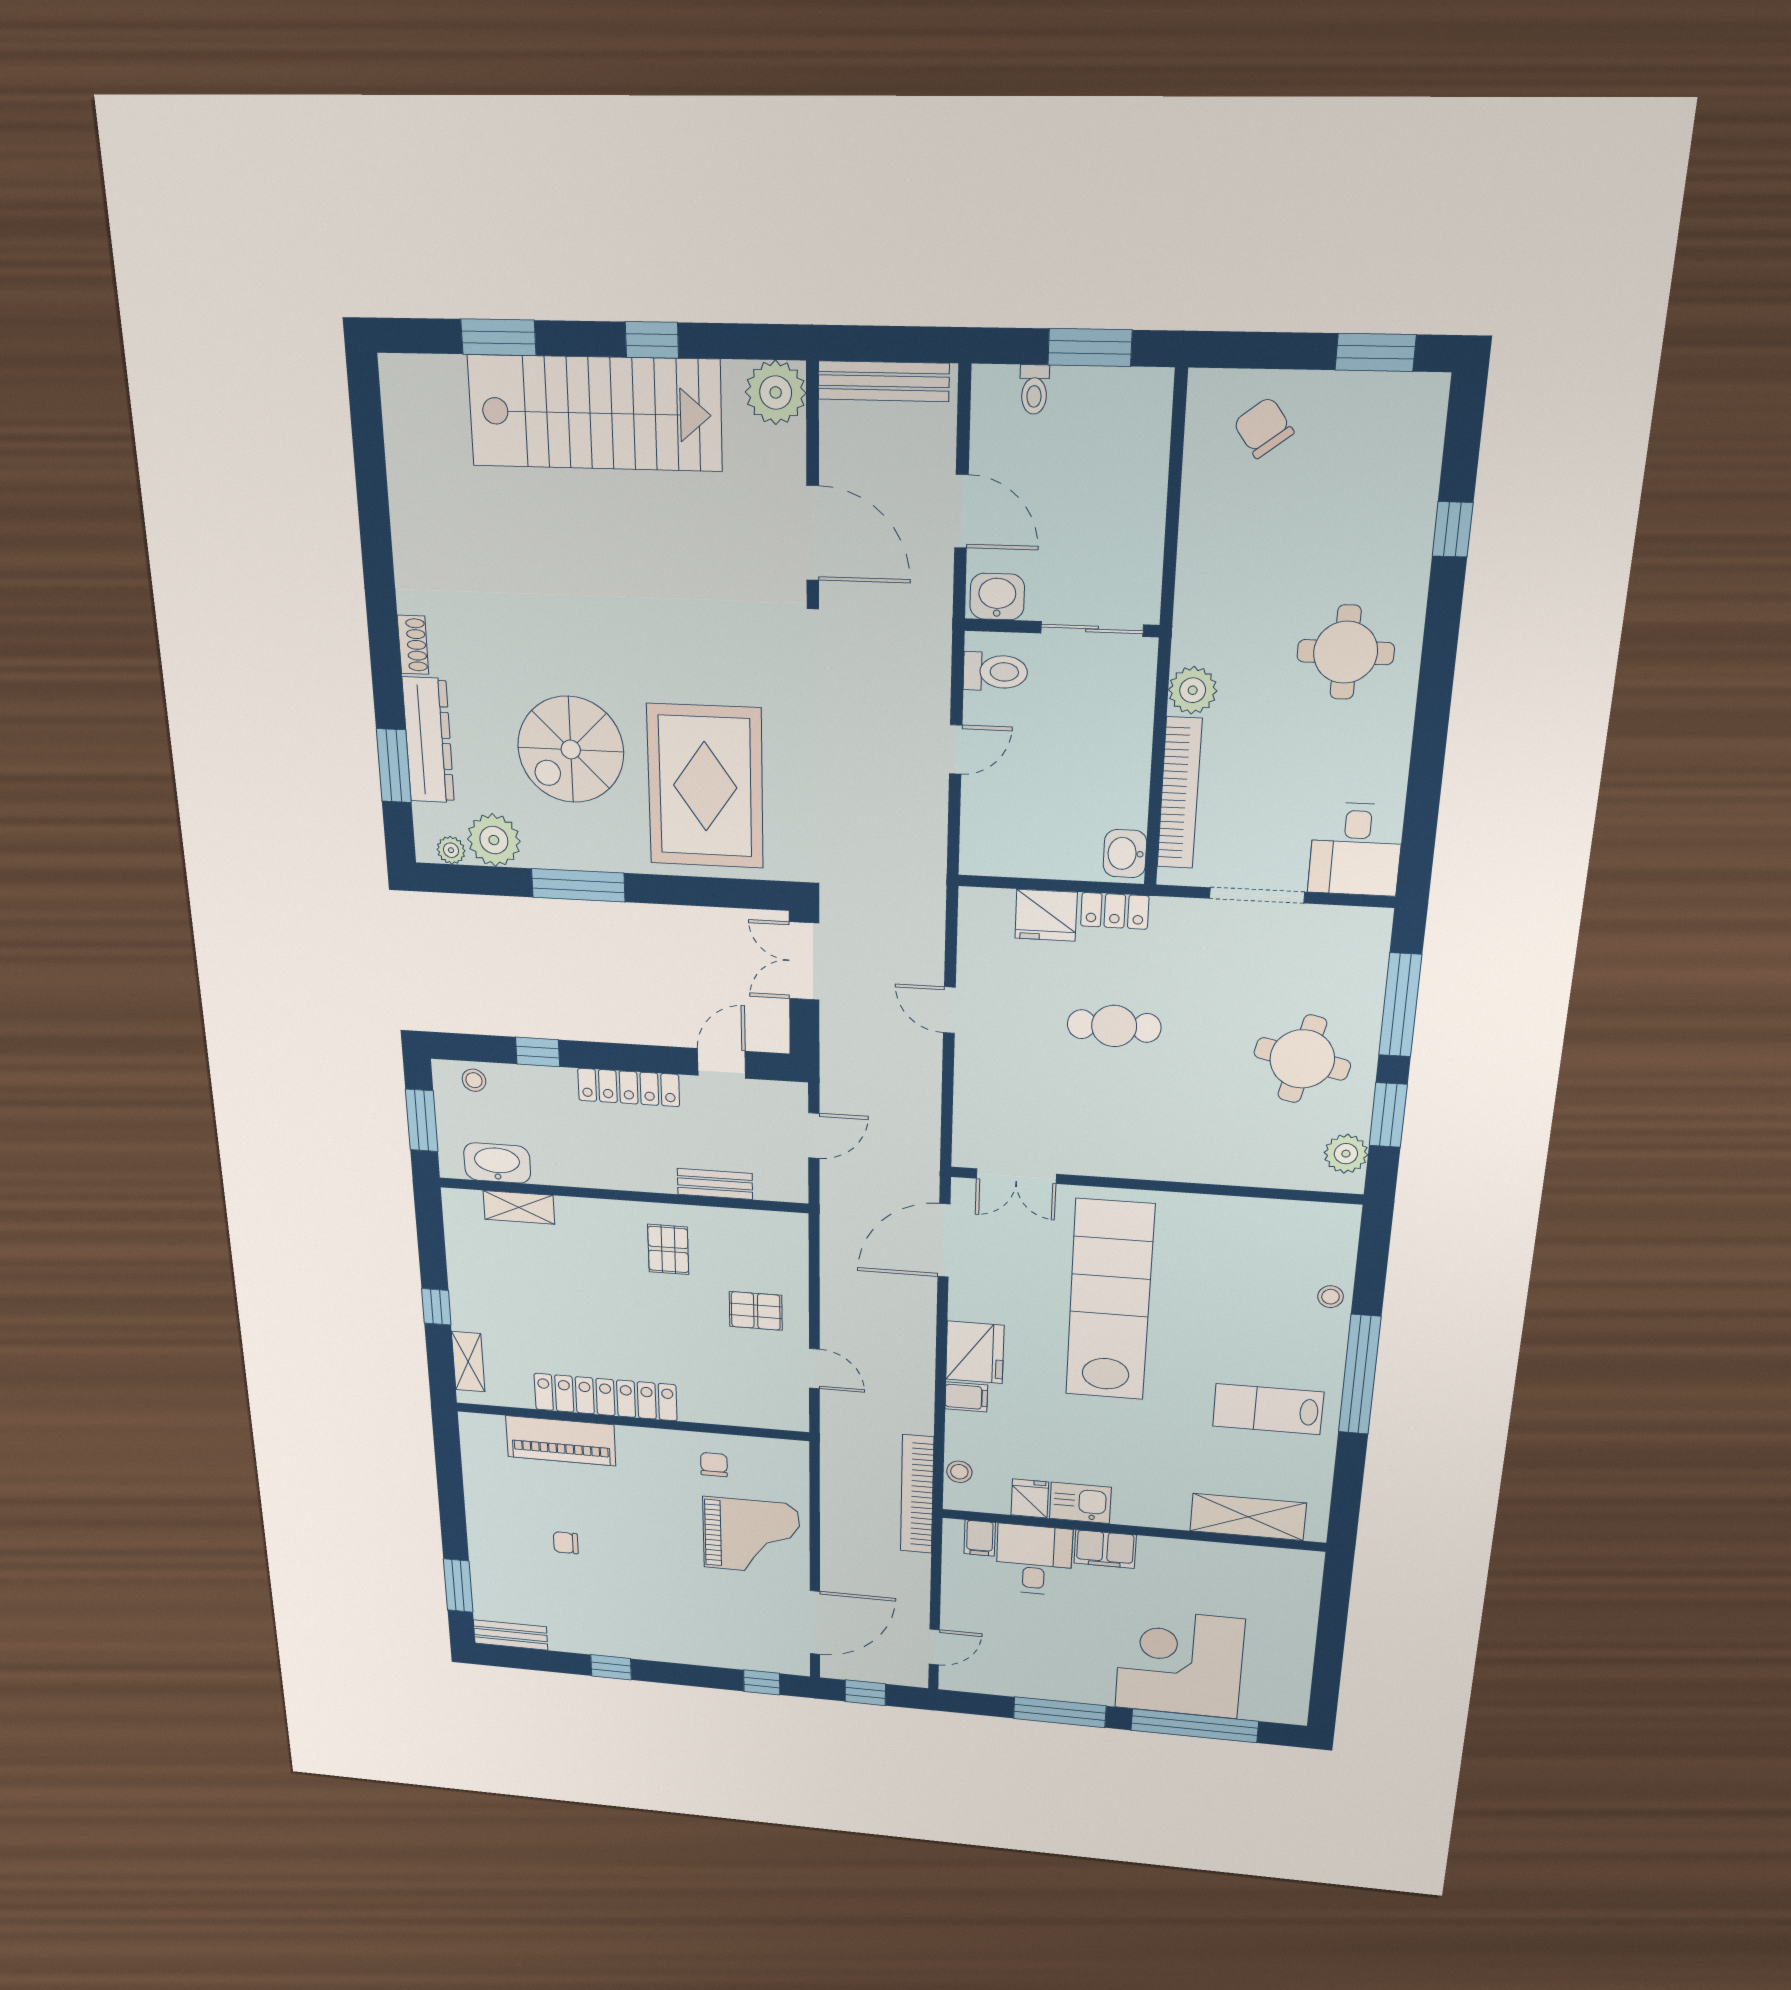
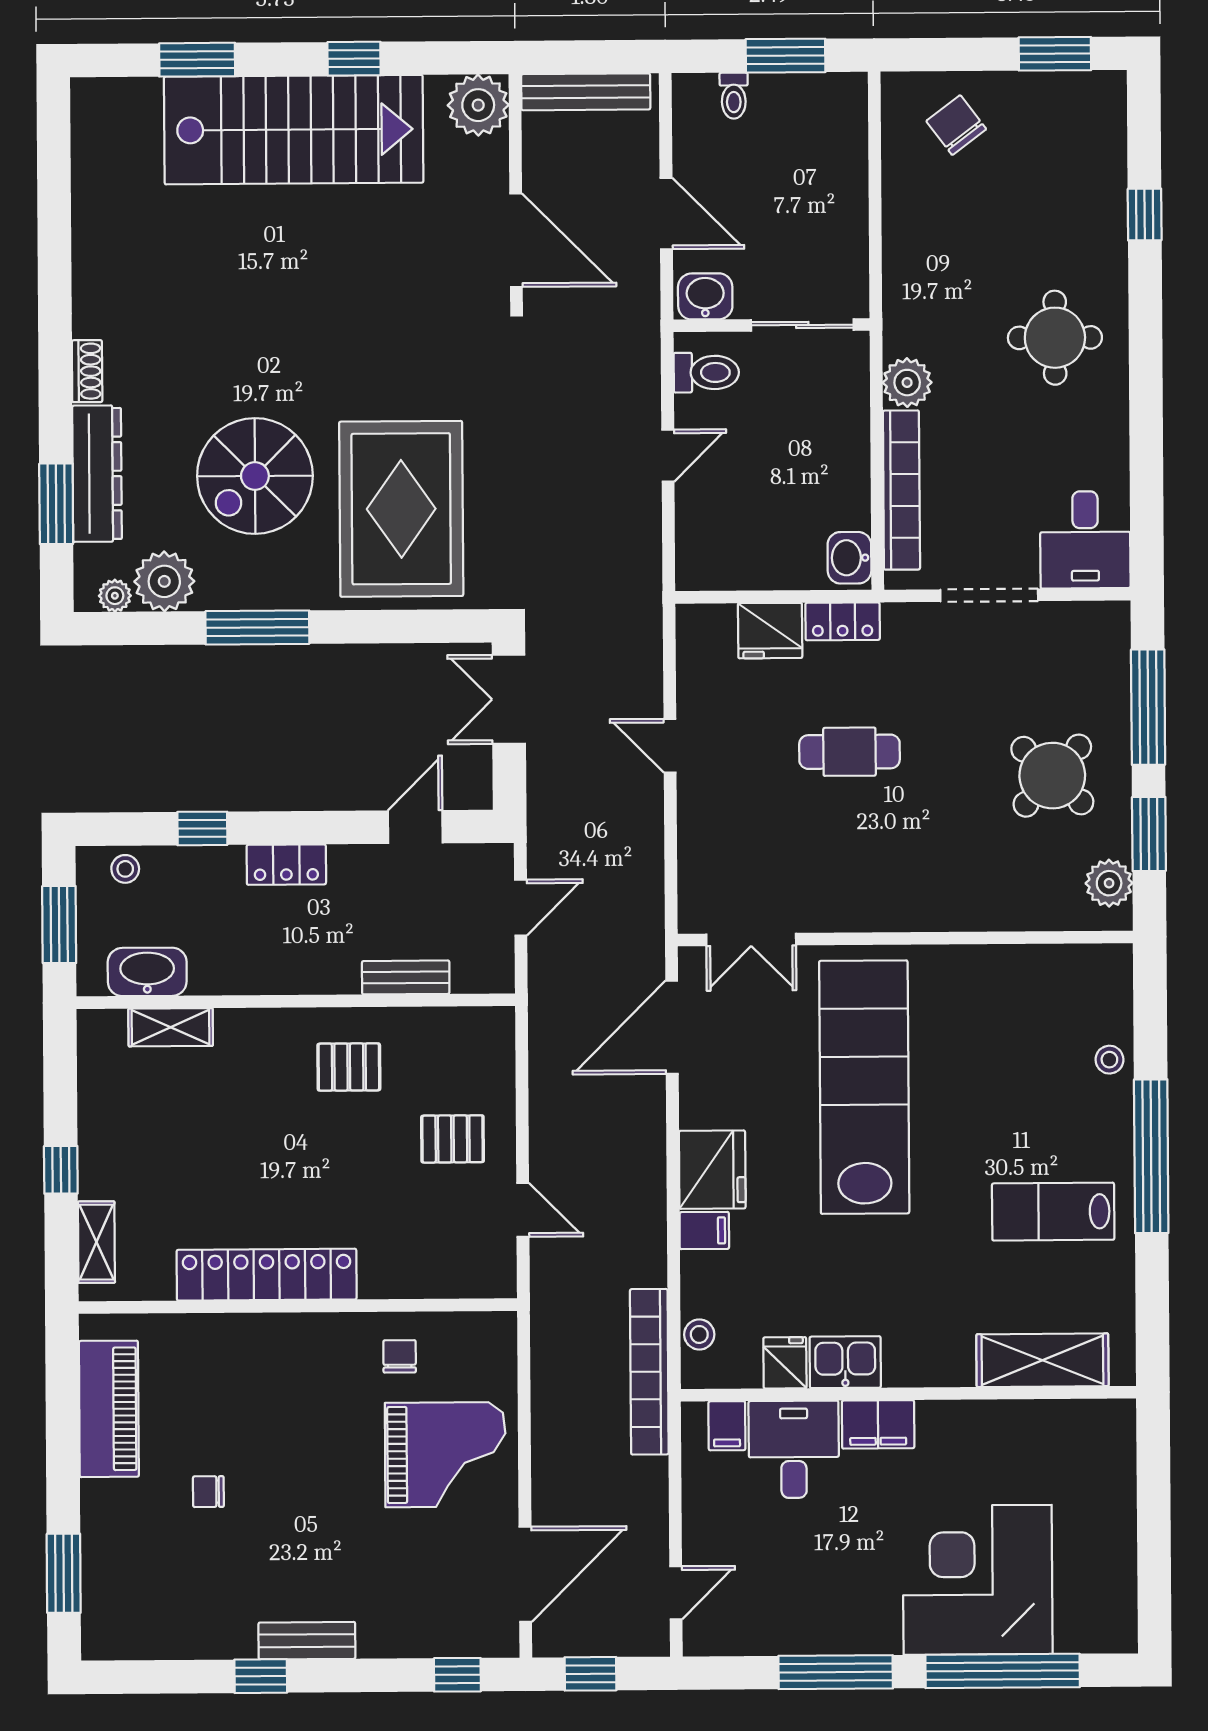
round table: (1302, 1059) -> (1052, 776), turned 30
locker: (629, 1087) -> (286, 865), width x0.66
pallet: (668, 1249) -> (349, 1067), turned 90
piano: (561, 1441) -> (109, 1409), moved, turned -90
bench: (511, 1635) -> (307, 1641), moved

